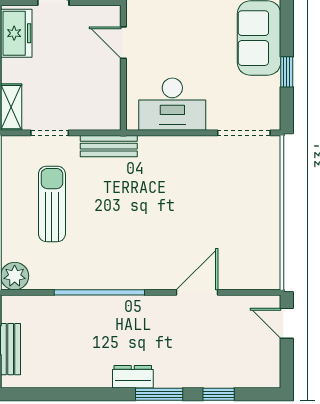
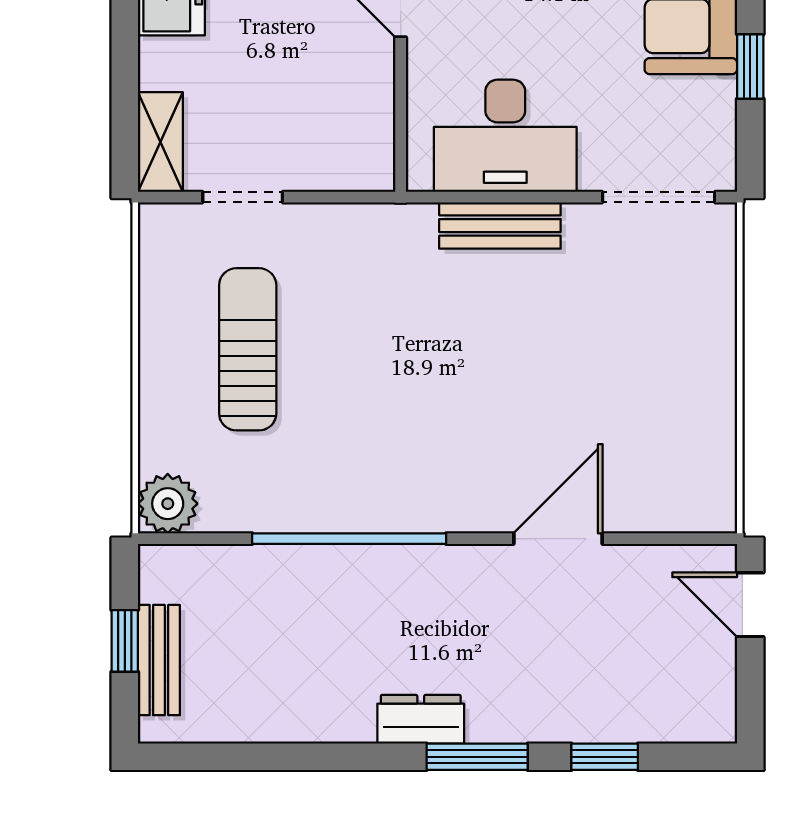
bench: (109, 146) -> (500, 226), moved

